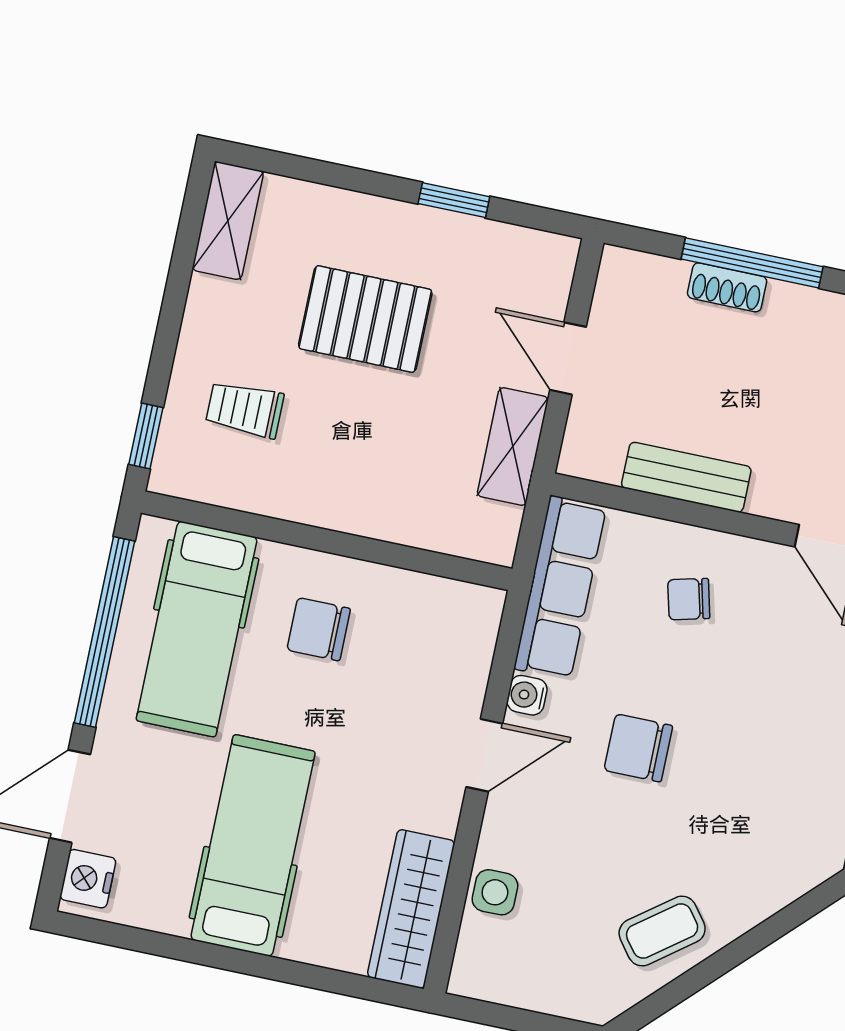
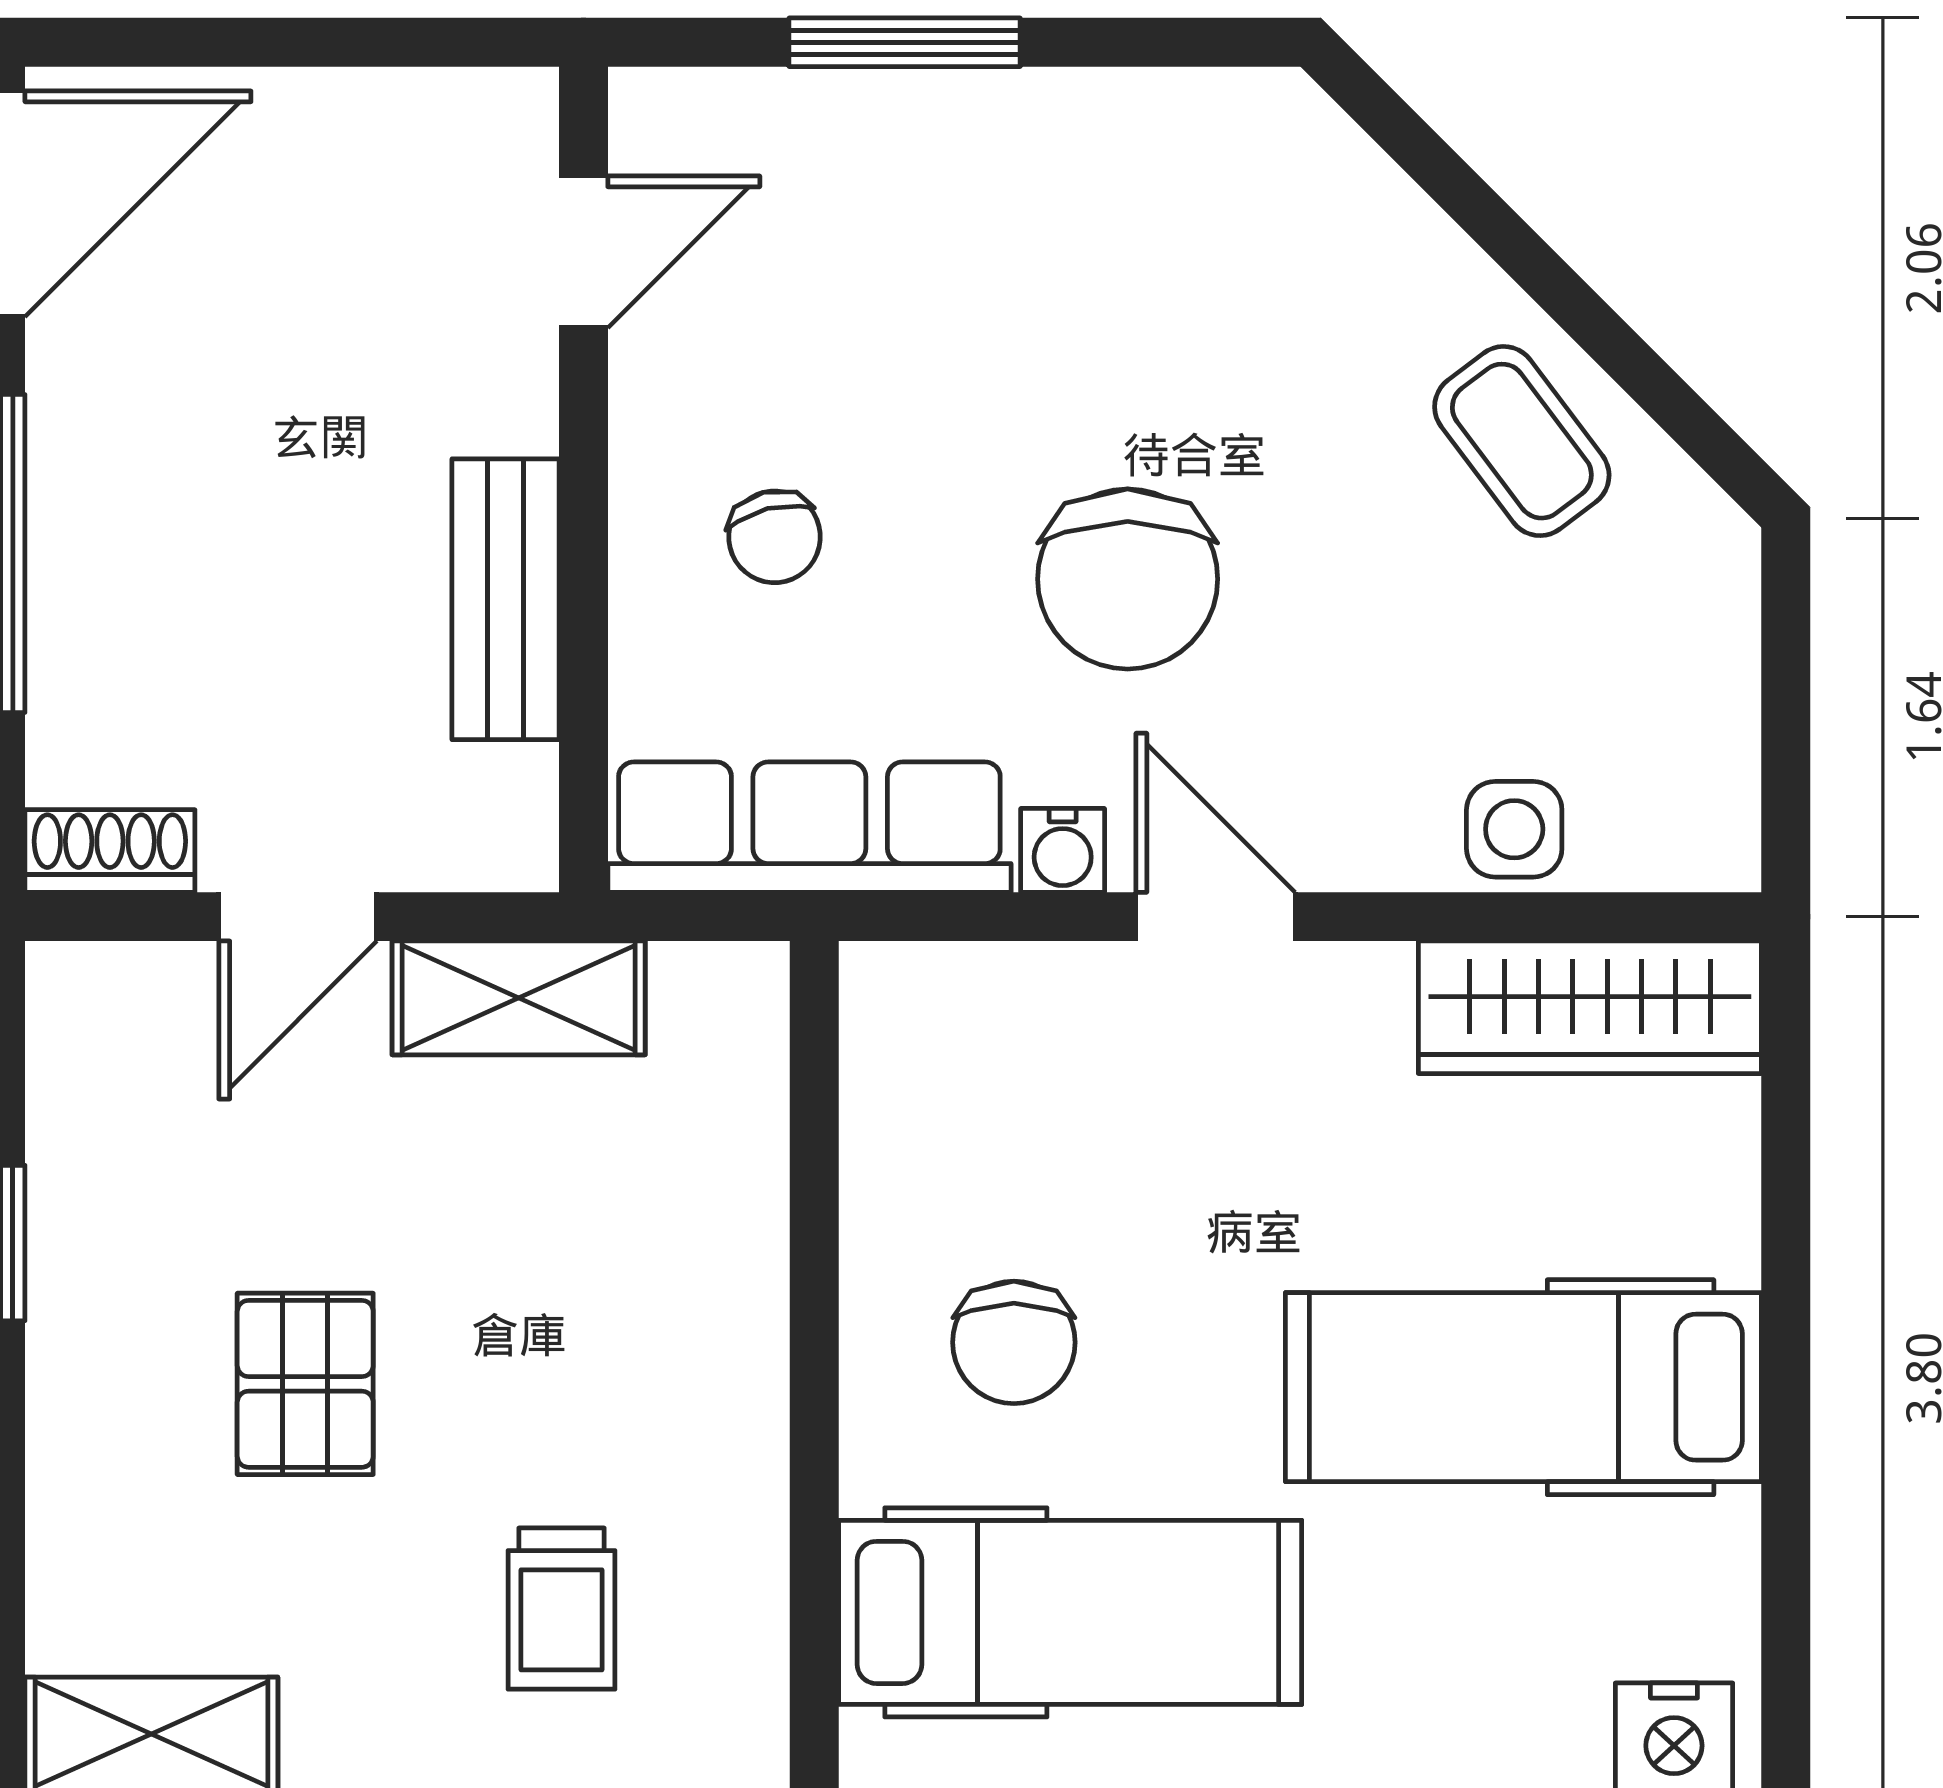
shoe rack: (727, 287) -> (110, 851), moved, turned -90
pallet: (365, 319) -> (305, 1384), width x0.67, depth x0.71
chair: (638, 748) -> (1128, 579), width x1.37, depth x1.37

